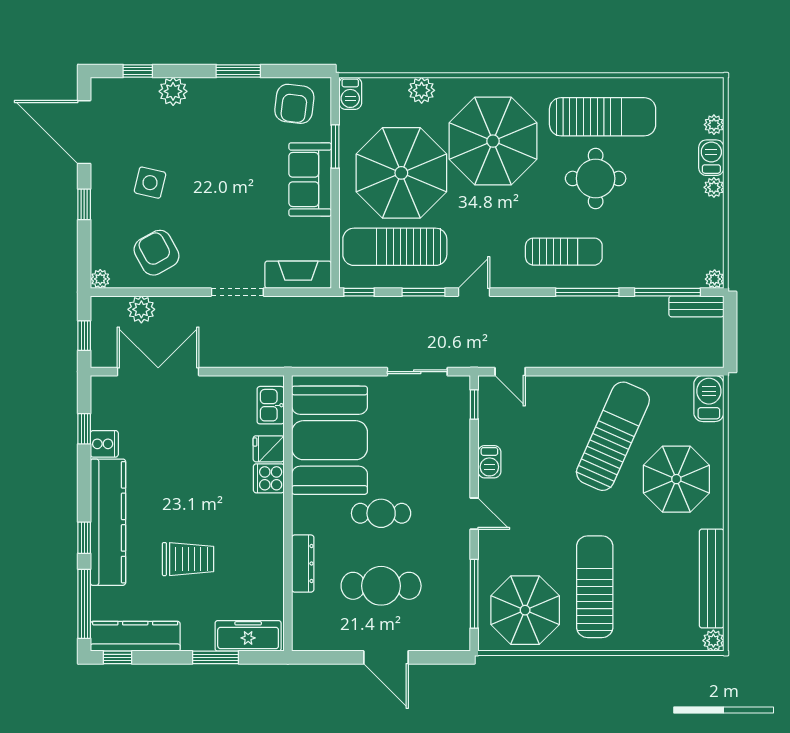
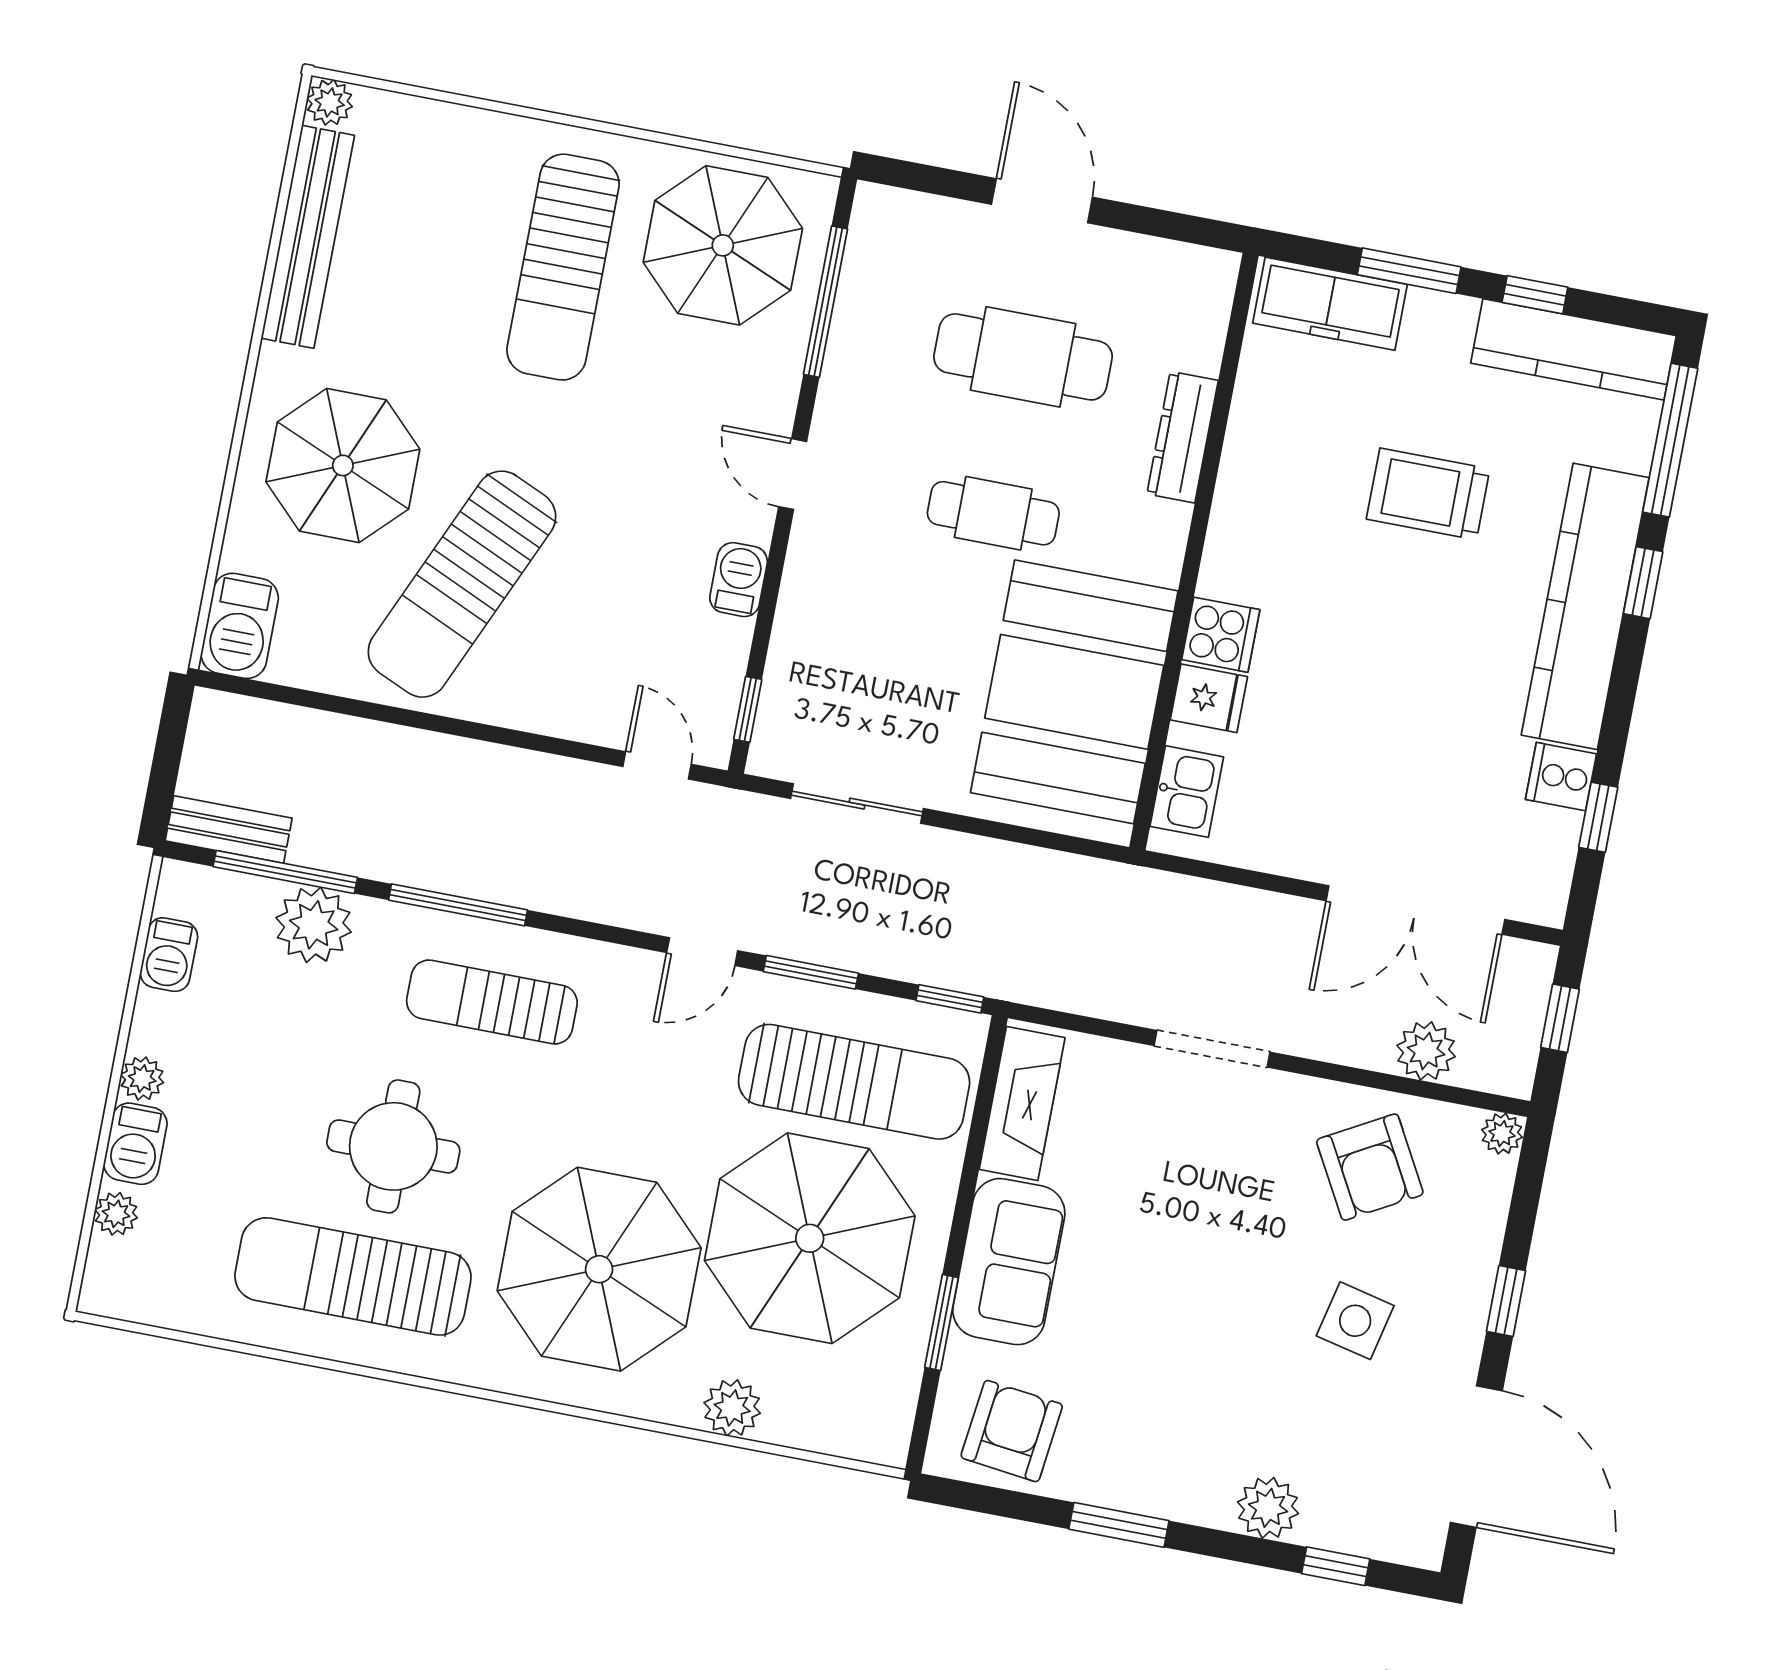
barbecue: (350, 93) -> (169, 955), moved, turned 180
fireplace: (298, 275) -> (1022, 1104), moved, turned -90
plant: (715, 279) -> (314, 925), moved, width x1.88, depth x1.88
window: (118, 657) -> (1535, 295), moved

